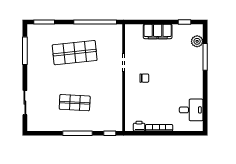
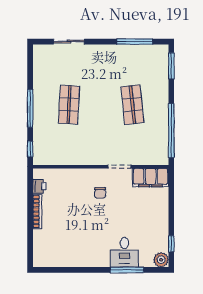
filing cabinet: (158, 31) -> (151, 178), moved, turned -90
plant: (197, 41) -> (161, 260), moved
shop shelf: (75, 53) -> (132, 105), width x0.70, depth x0.74
desk: (191, 110) -> (124, 252), moved

